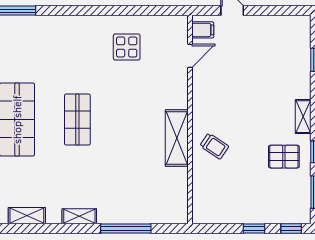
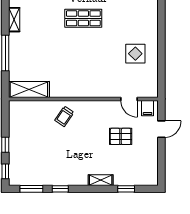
shelving: (303, 117) -> (101, 180), moved
shelving: (177, 138) -> (29, 90), moved
pallet: (284, 157) -> (121, 136), moved, turned 90

